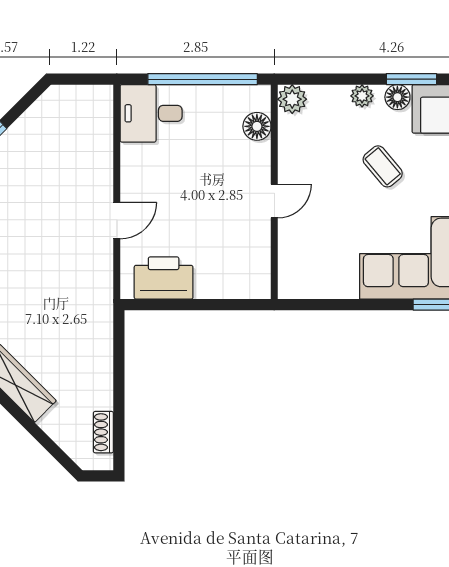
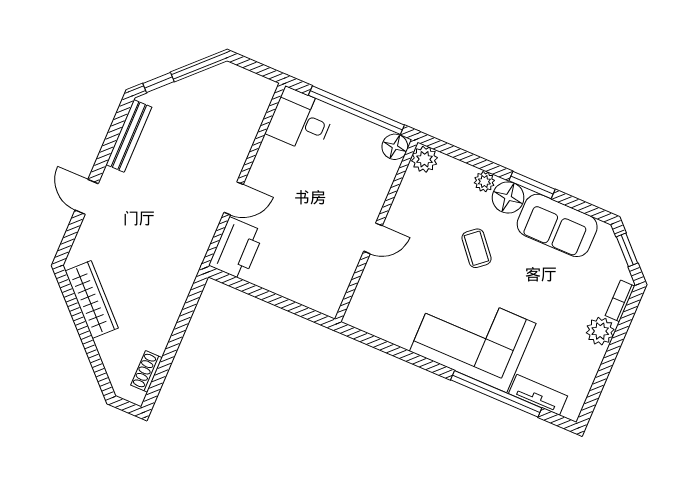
floor lamp: (397, 97) -> (508, 197), width x1.38, depth x1.38
floor lamp: (257, 126) -> (395, 147), moved
printer: (164, 278) -> (236, 248), moved, turned 90

